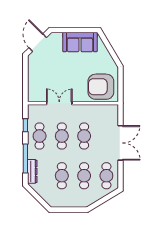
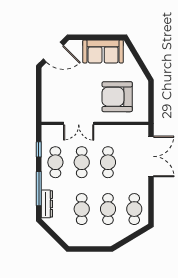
door: (38, 43) -> (53, 52), swing flipped
armchair: (101, 87) -> (117, 97), moved
double door: (59, 103) -> (79, 123), swing flipped
double door: (121, 143) -> (151, 156), moved

